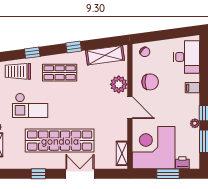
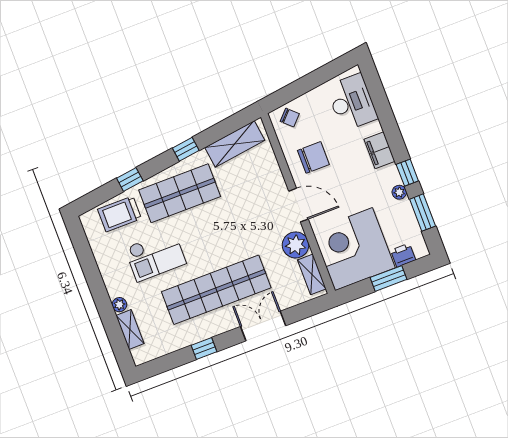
shop shelf: (60, 73) -> (180, 193), width x1.43, depth x1.36
plant: (119, 84) -> (296, 245), moved
filing cabinet: (192, 88) -> (380, 150), width x2.00

